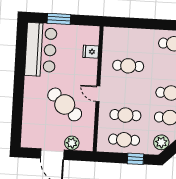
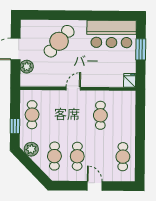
fridge: (91, 52) -> (130, 80), moved
cafe table: (65, 104) -> (59, 41), moved
cafe table: (125, 115) -> (55, 115), removed

